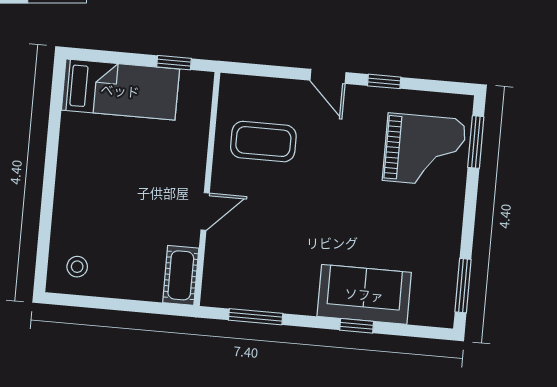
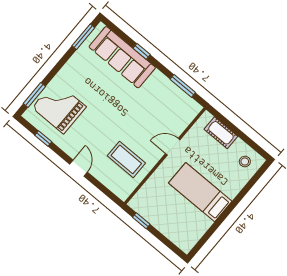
window: (384, 81) -> (43, 138), moved
bed: (120, 90) -> (200, 192), moved
cot: (181, 275) -> (221, 133), moved, turned 90
sofa: (364, 294) -> (122, 57), width x1.36

